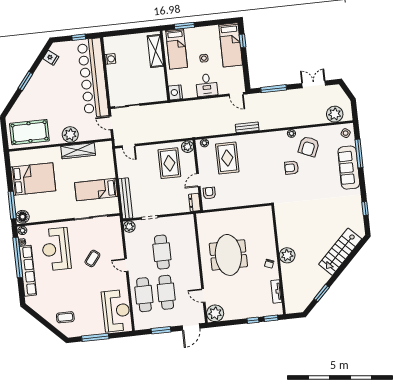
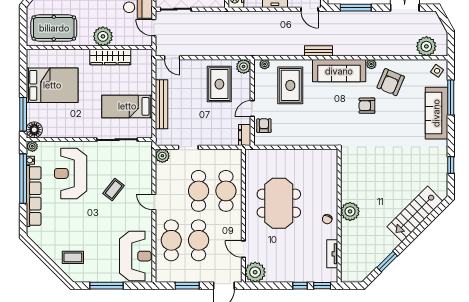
sofa: (266, 142) -> (339, 71), added
bench: (125, 198) -> (162, 104), moved
cafe table: (184, 250) -> (226, 191), added

